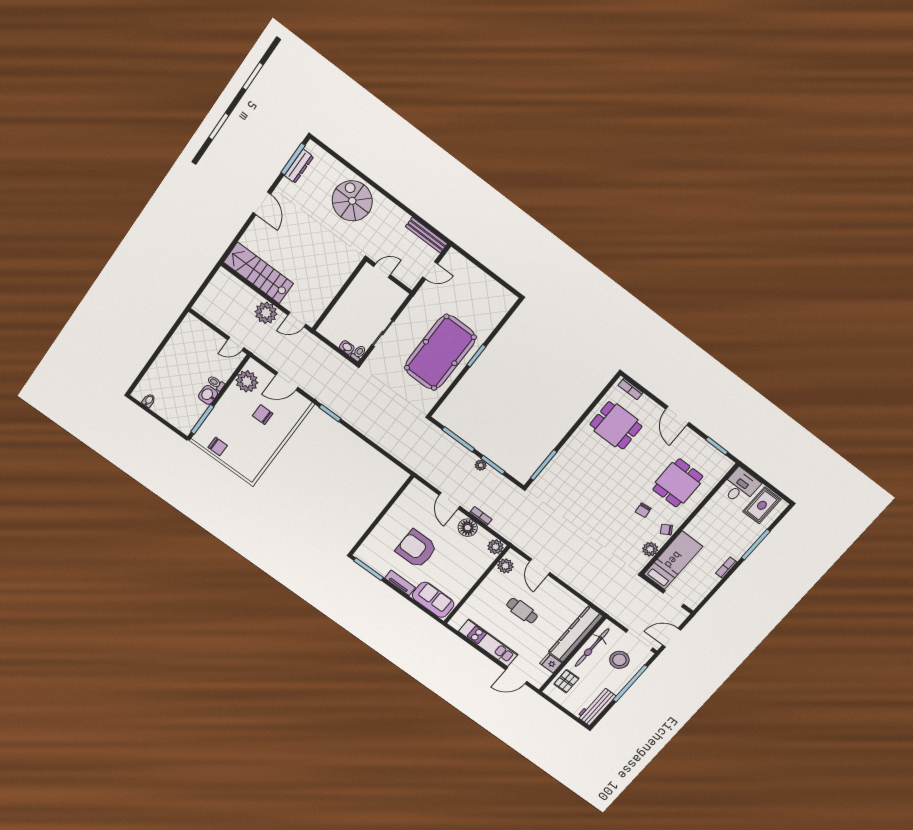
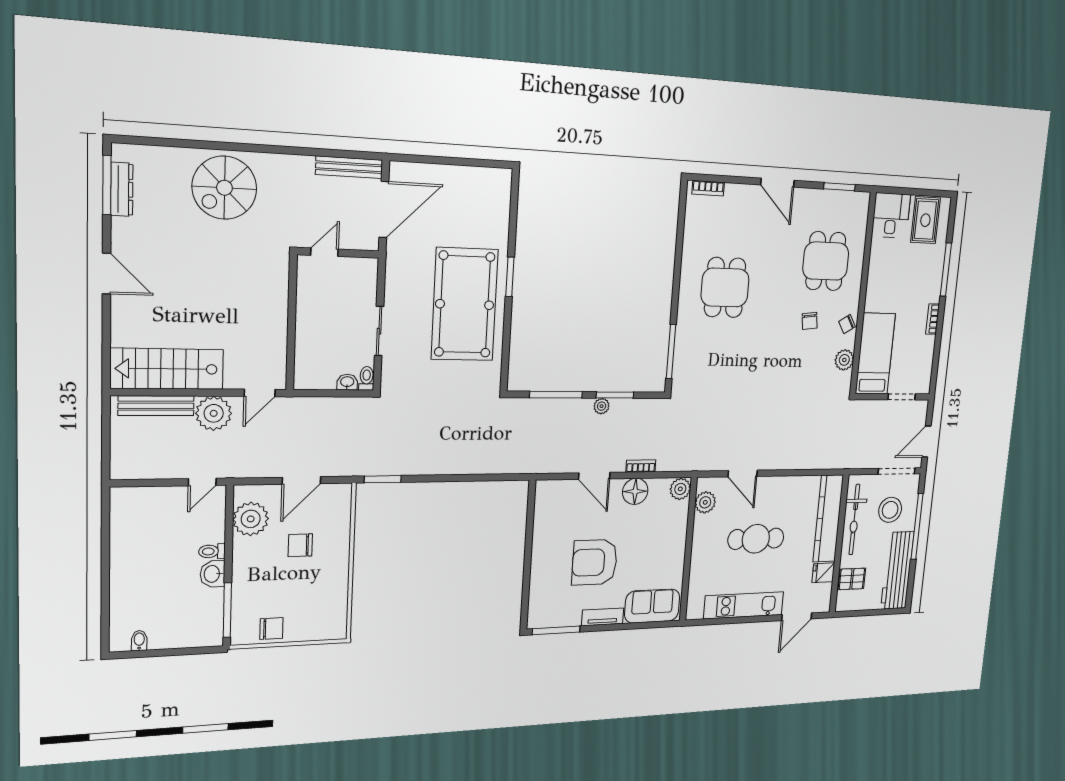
spiral stairs: (352, 201) -> (224, 188), turned -90
door: (430, 270) -> (384, 210), width x1.88
bench: (240, 288) -> (156, 406), added
dining table: (616, 425) -> (725, 287), moved, turned 90
cafe table: (522, 611) -> (756, 539), width x1.37, depth x1.35
pallet: (566, 681) -> (852, 579), turned 90
workbench: (596, 706) -> (897, 570), width x1.36, depth x1.32

